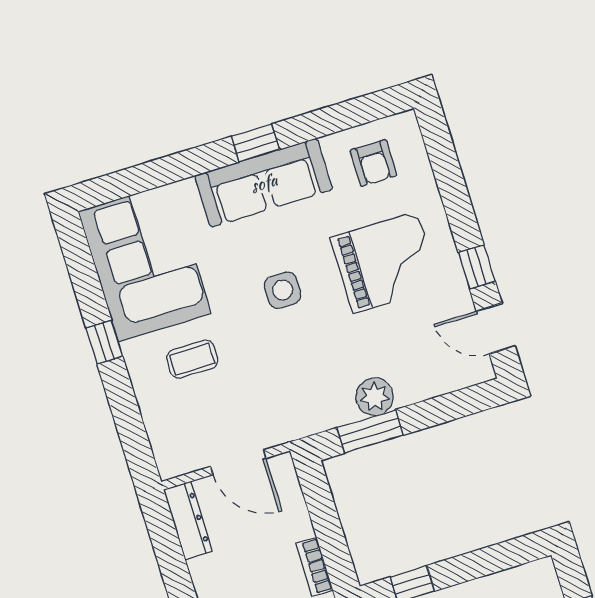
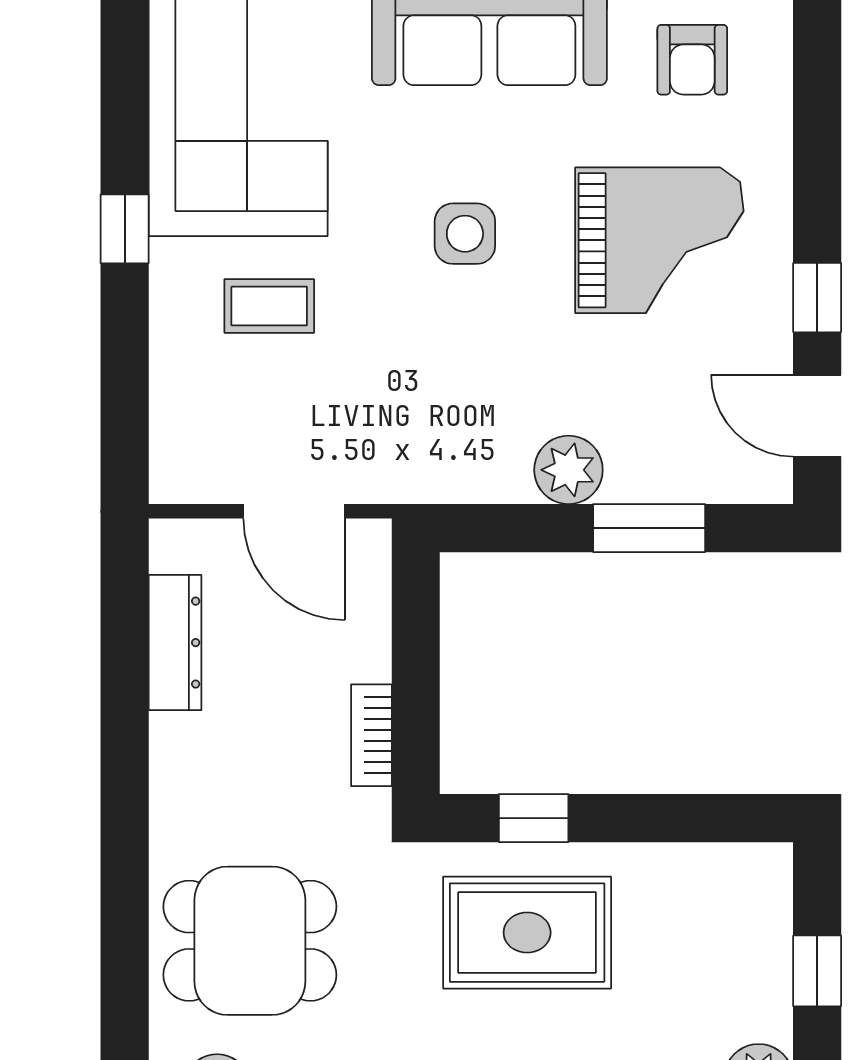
window: (370, 431) -> (649, 528), moved
dresser: (188, 521) -> (175, 643), moved

